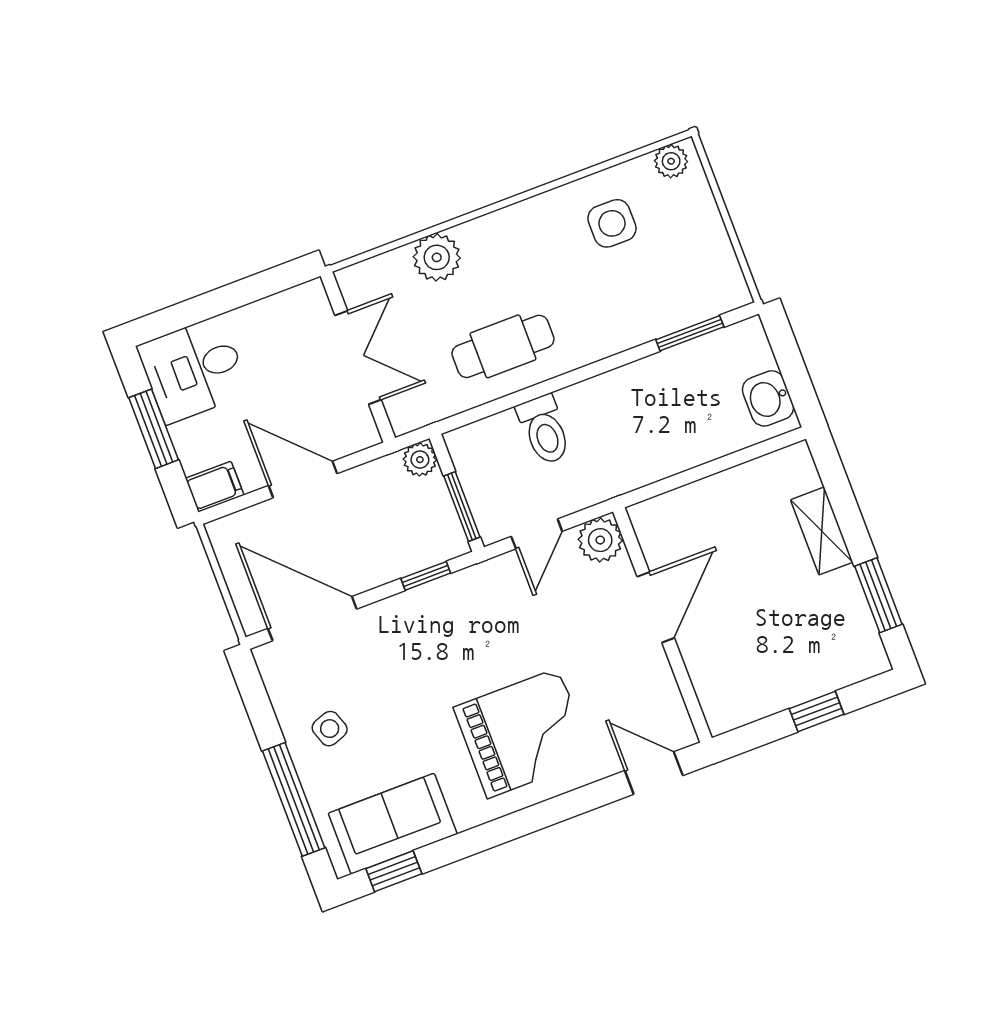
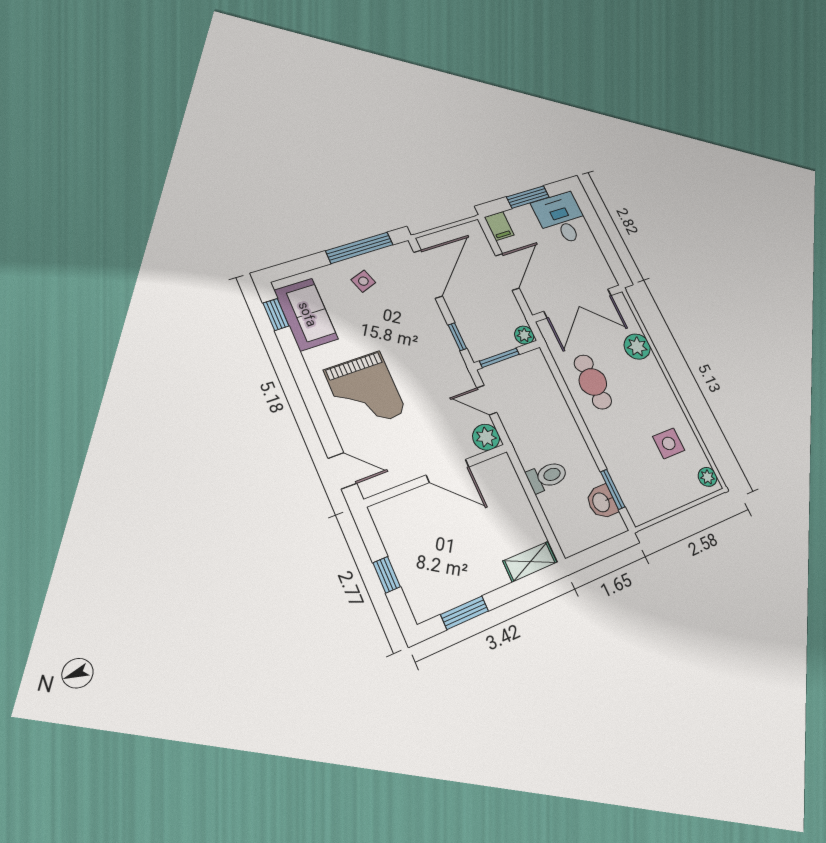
double door: (358, 358) -> (578, 303), width x1.37
washbasin: (768, 398) -> (602, 502), moved, turned -90
toilet: (544, 430) -> (547, 476), moved, turned 180
shelving: (822, 531) -> (530, 562), moved
door: (654, 773) -> (342, 471), hinge flipped
window: (294, 799) -> (359, 248), moved

